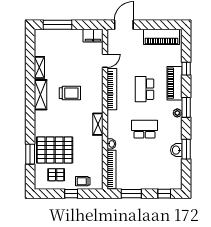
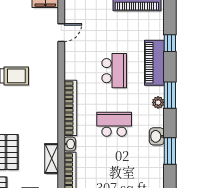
bookcase: (112, 89) -> (70, 108), moved
school desk: (144, 89) -> (114, 71), turned 180
shelving: (98, 124) -> (52, 159), moved
washbasin: (176, 150) -> (157, 136), moved

